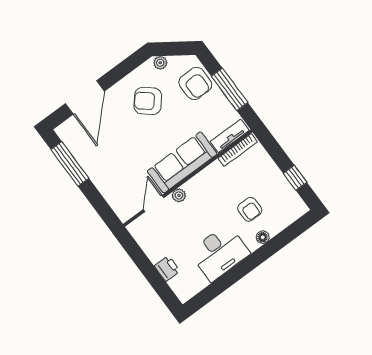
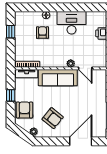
window: (230, 89) -> (11, 95), width x0.46
door: (154, 203) -> (85, 68), hinge flipped

